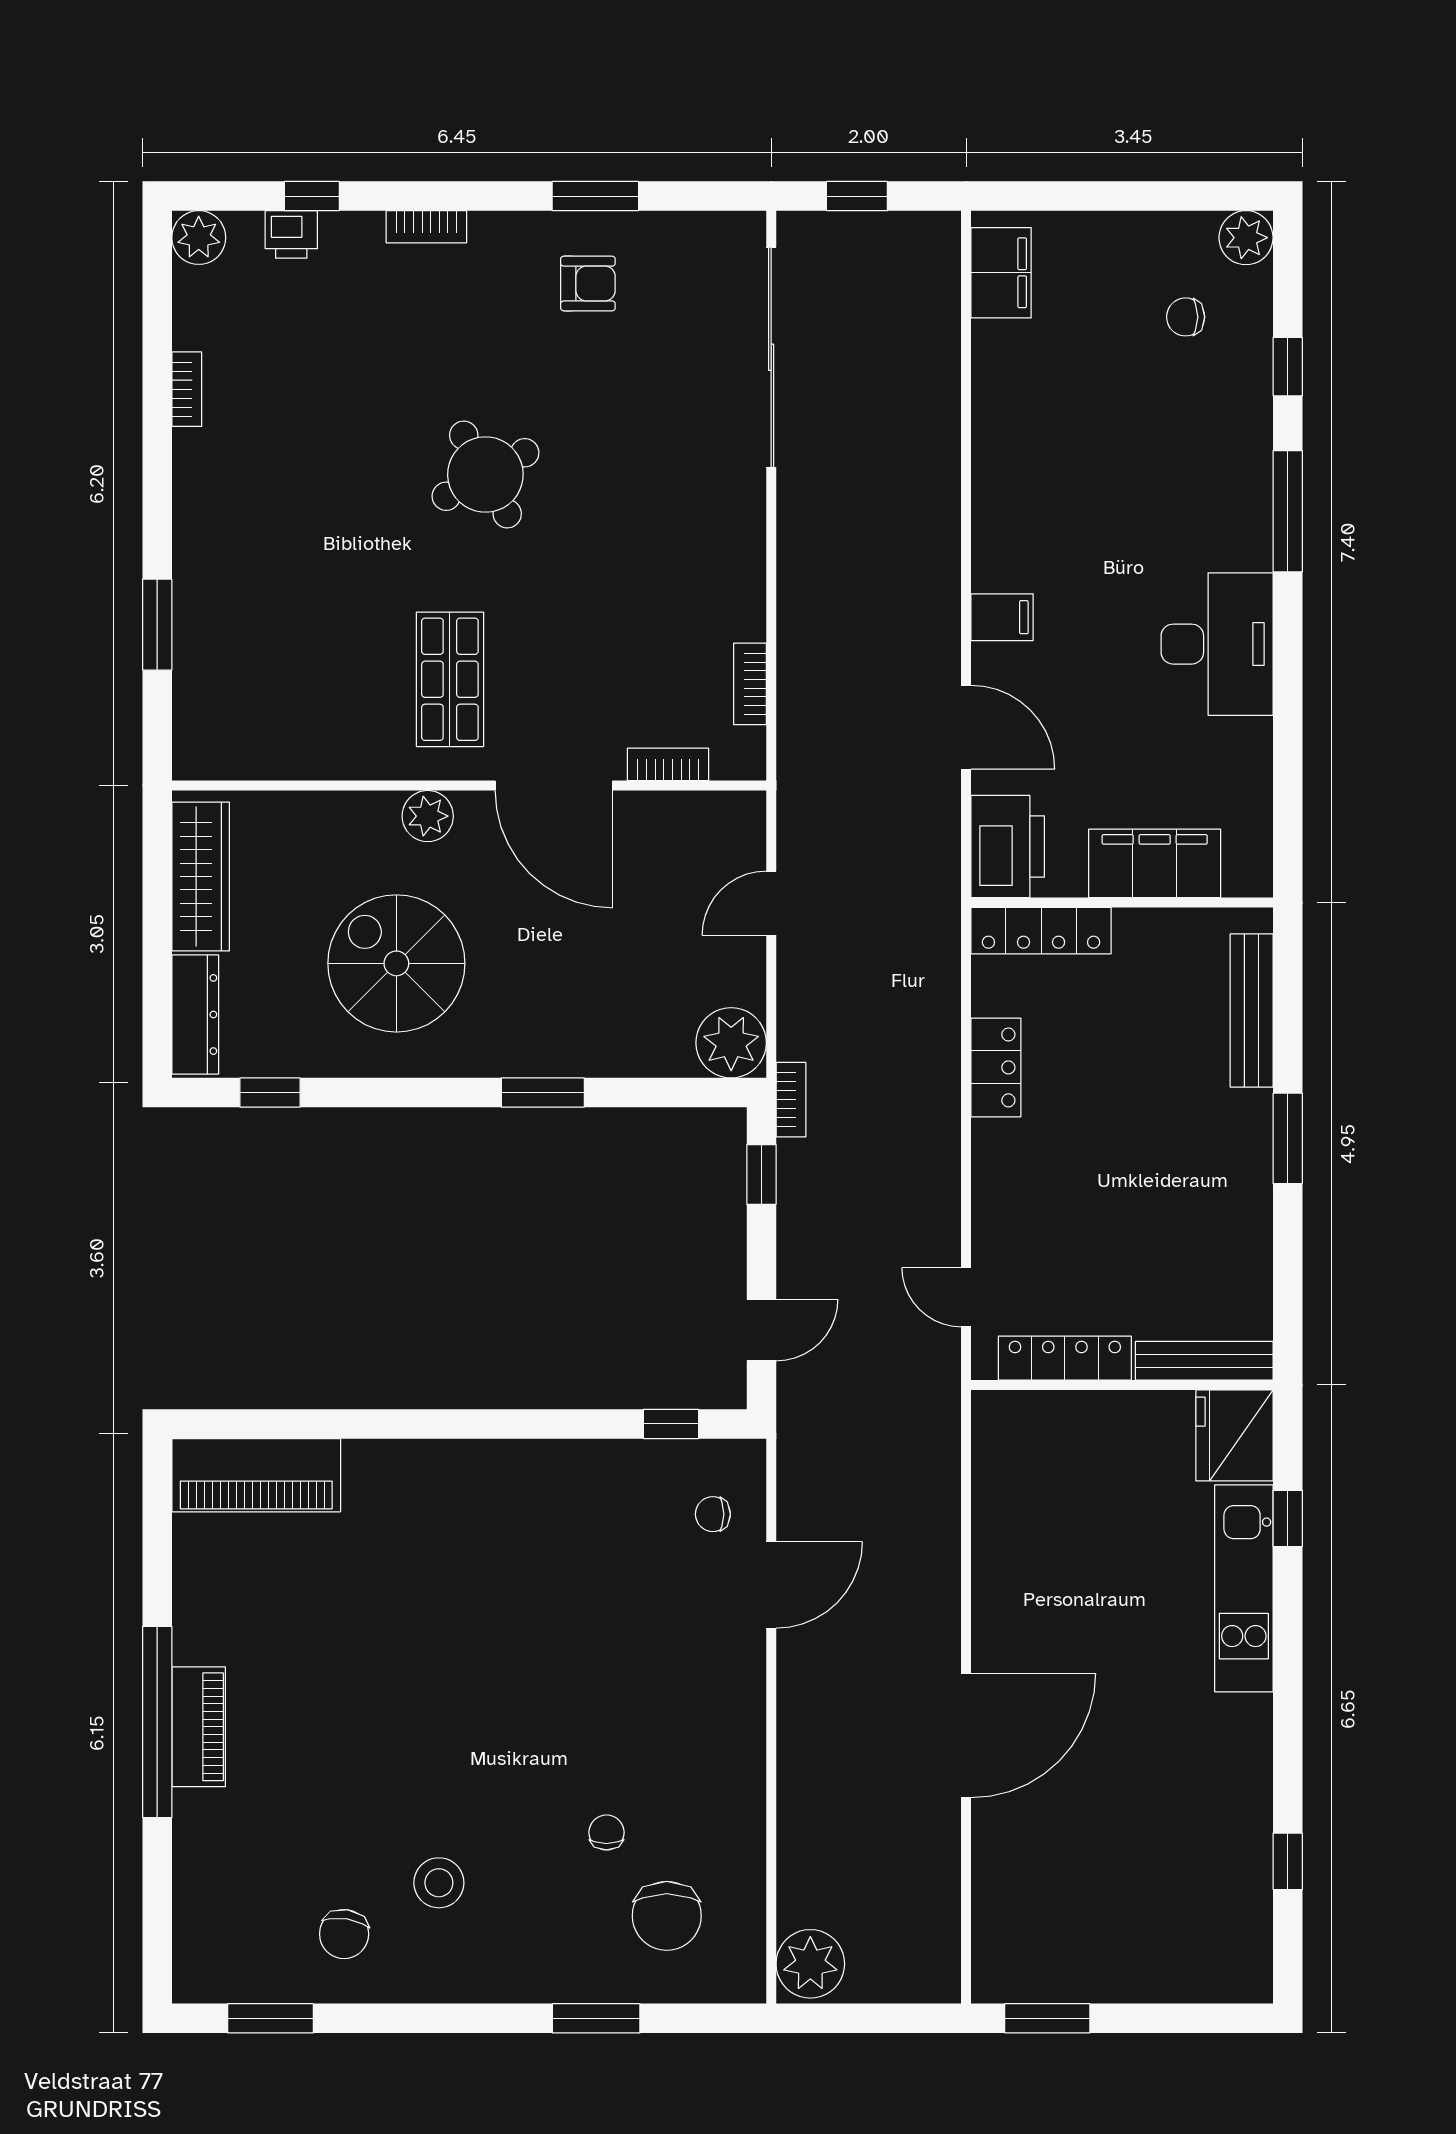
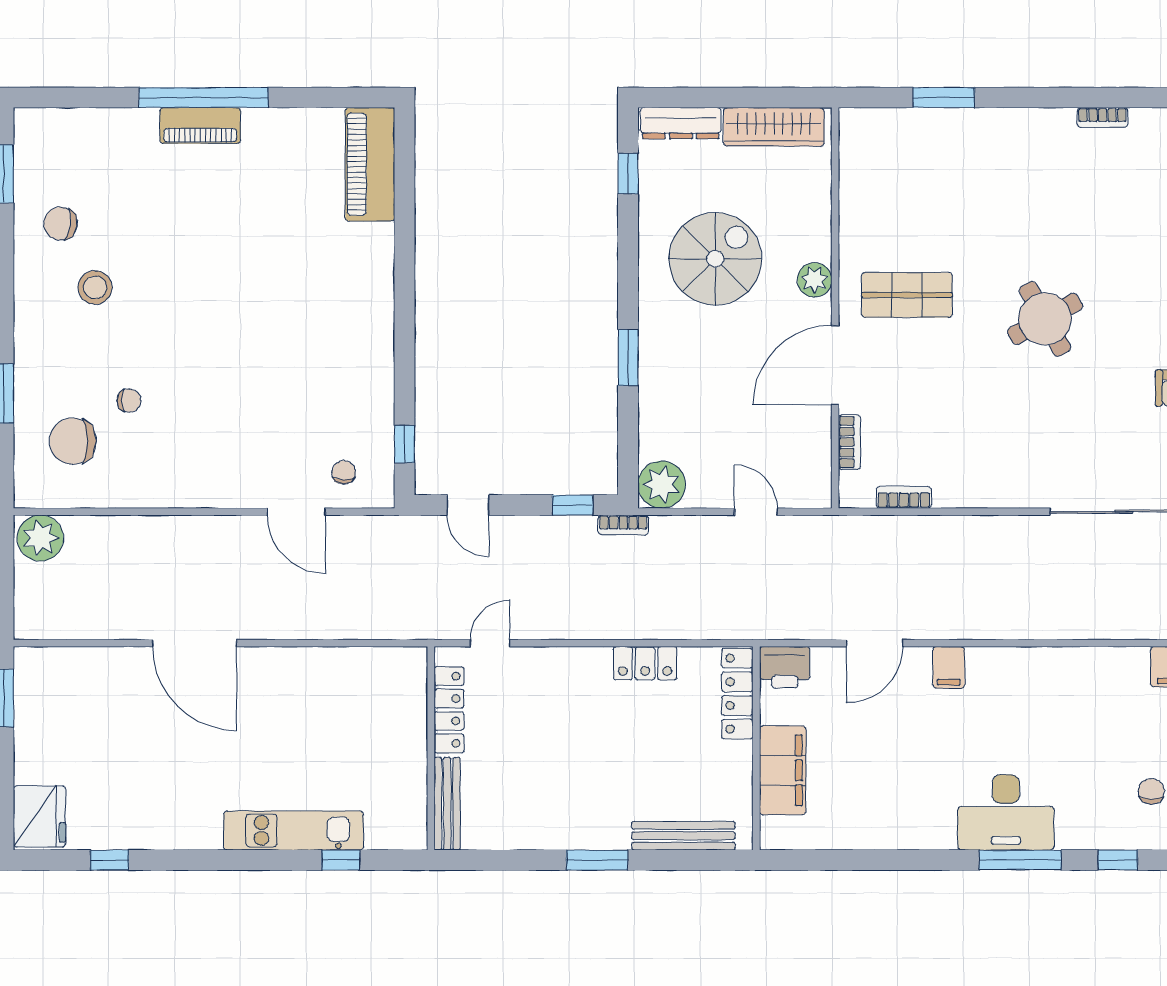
desk: (1217, 644) -> (1006, 812), moved
printer: (1008, 846) -> (785, 667), width x0.73, depth x0.84
fridge: (1234, 1435) -> (39, 816), moved, turned 90

